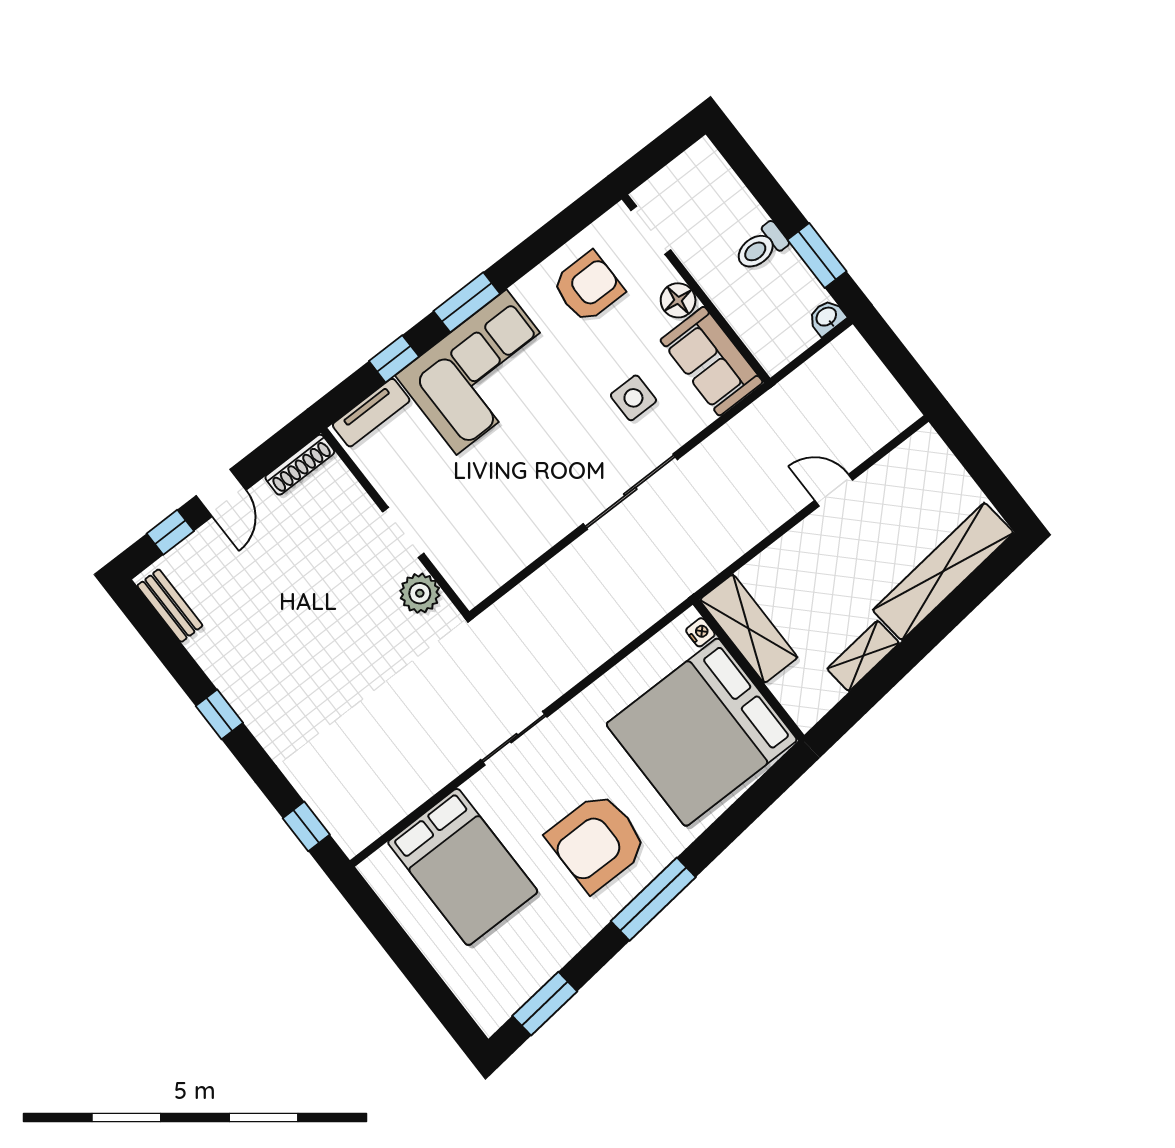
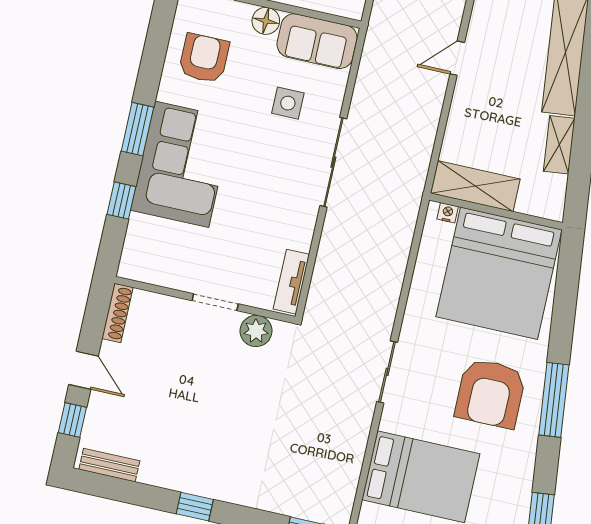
tv unit: (371, 413) -> (291, 282), moved, turned 180

